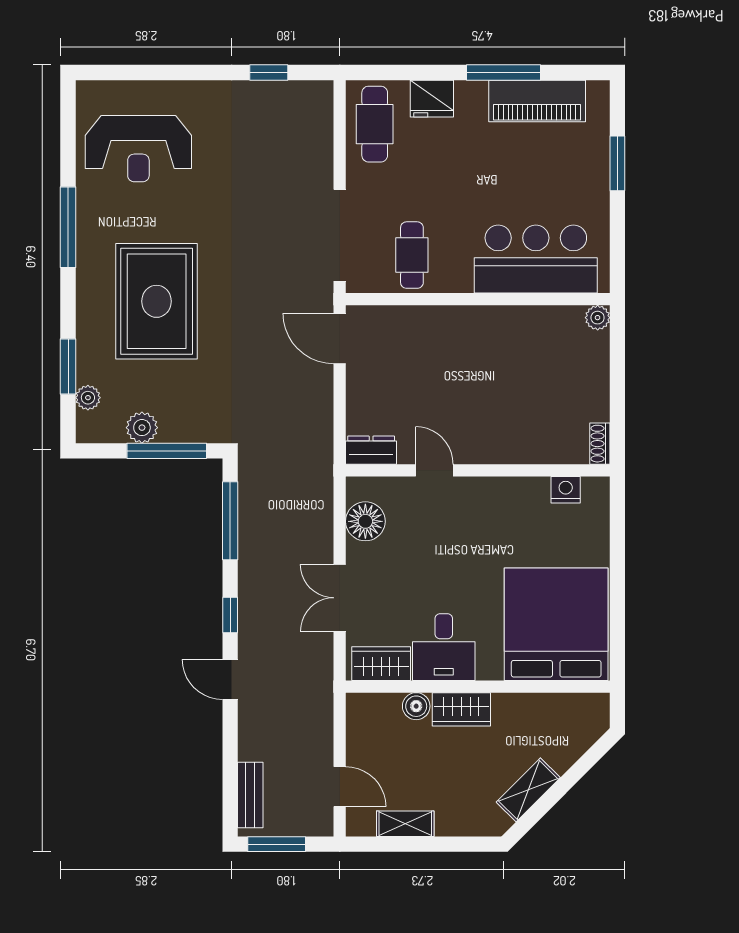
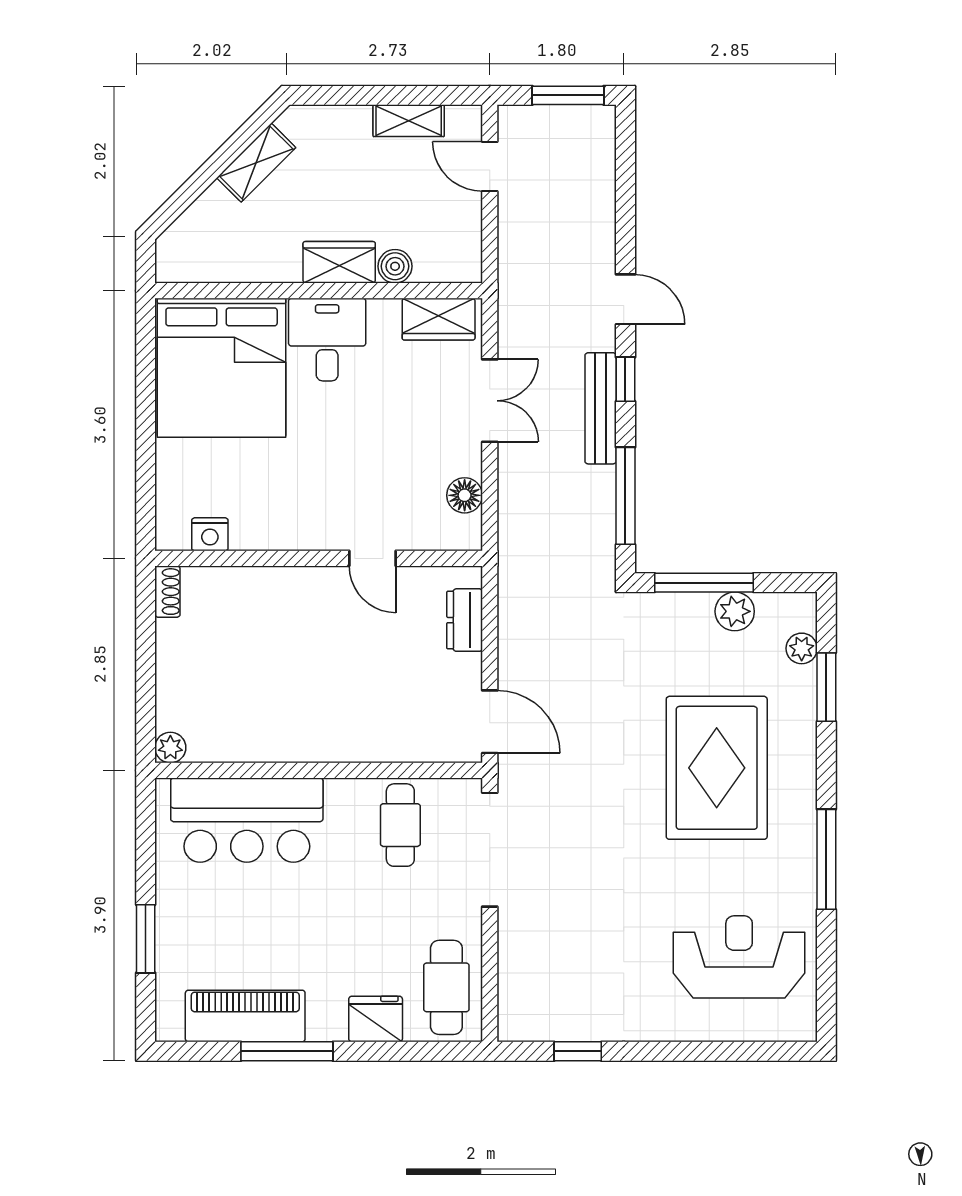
dresser: (371, 450) -> (465, 620), moved, turned 90
floor lamp: (365, 521) -> (465, 495), width x0.73, depth x0.73
desk: (444, 647) -> (327, 340), moved
bench: (250, 795) -> (601, 408), moved, width x1.36

